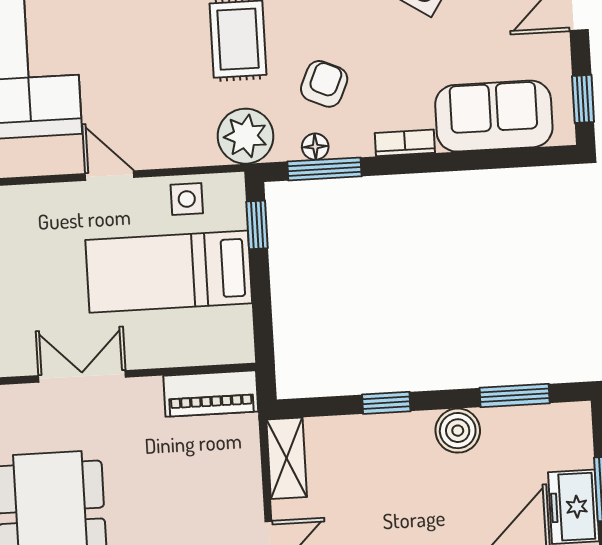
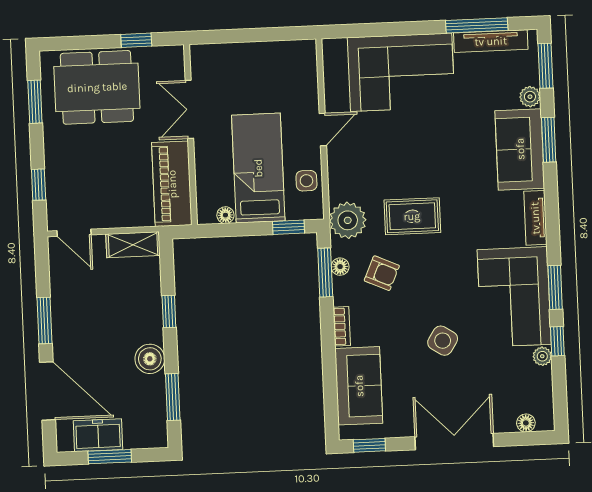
floor lamp: (240, 320) -> (225, 215), added
double door: (82, 376) -> (189, 109), swing flipped
piano: (211, 394) -> (172, 184), width x1.37, depth x1.33

